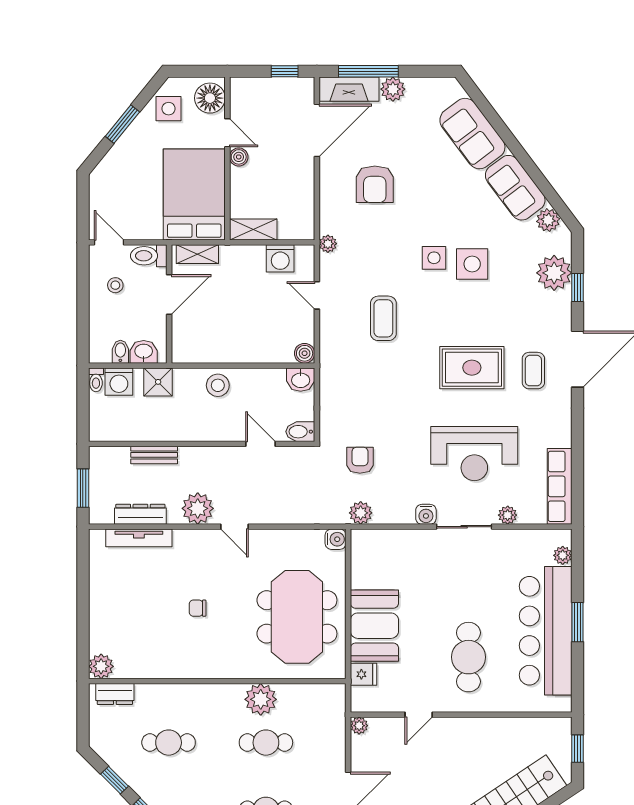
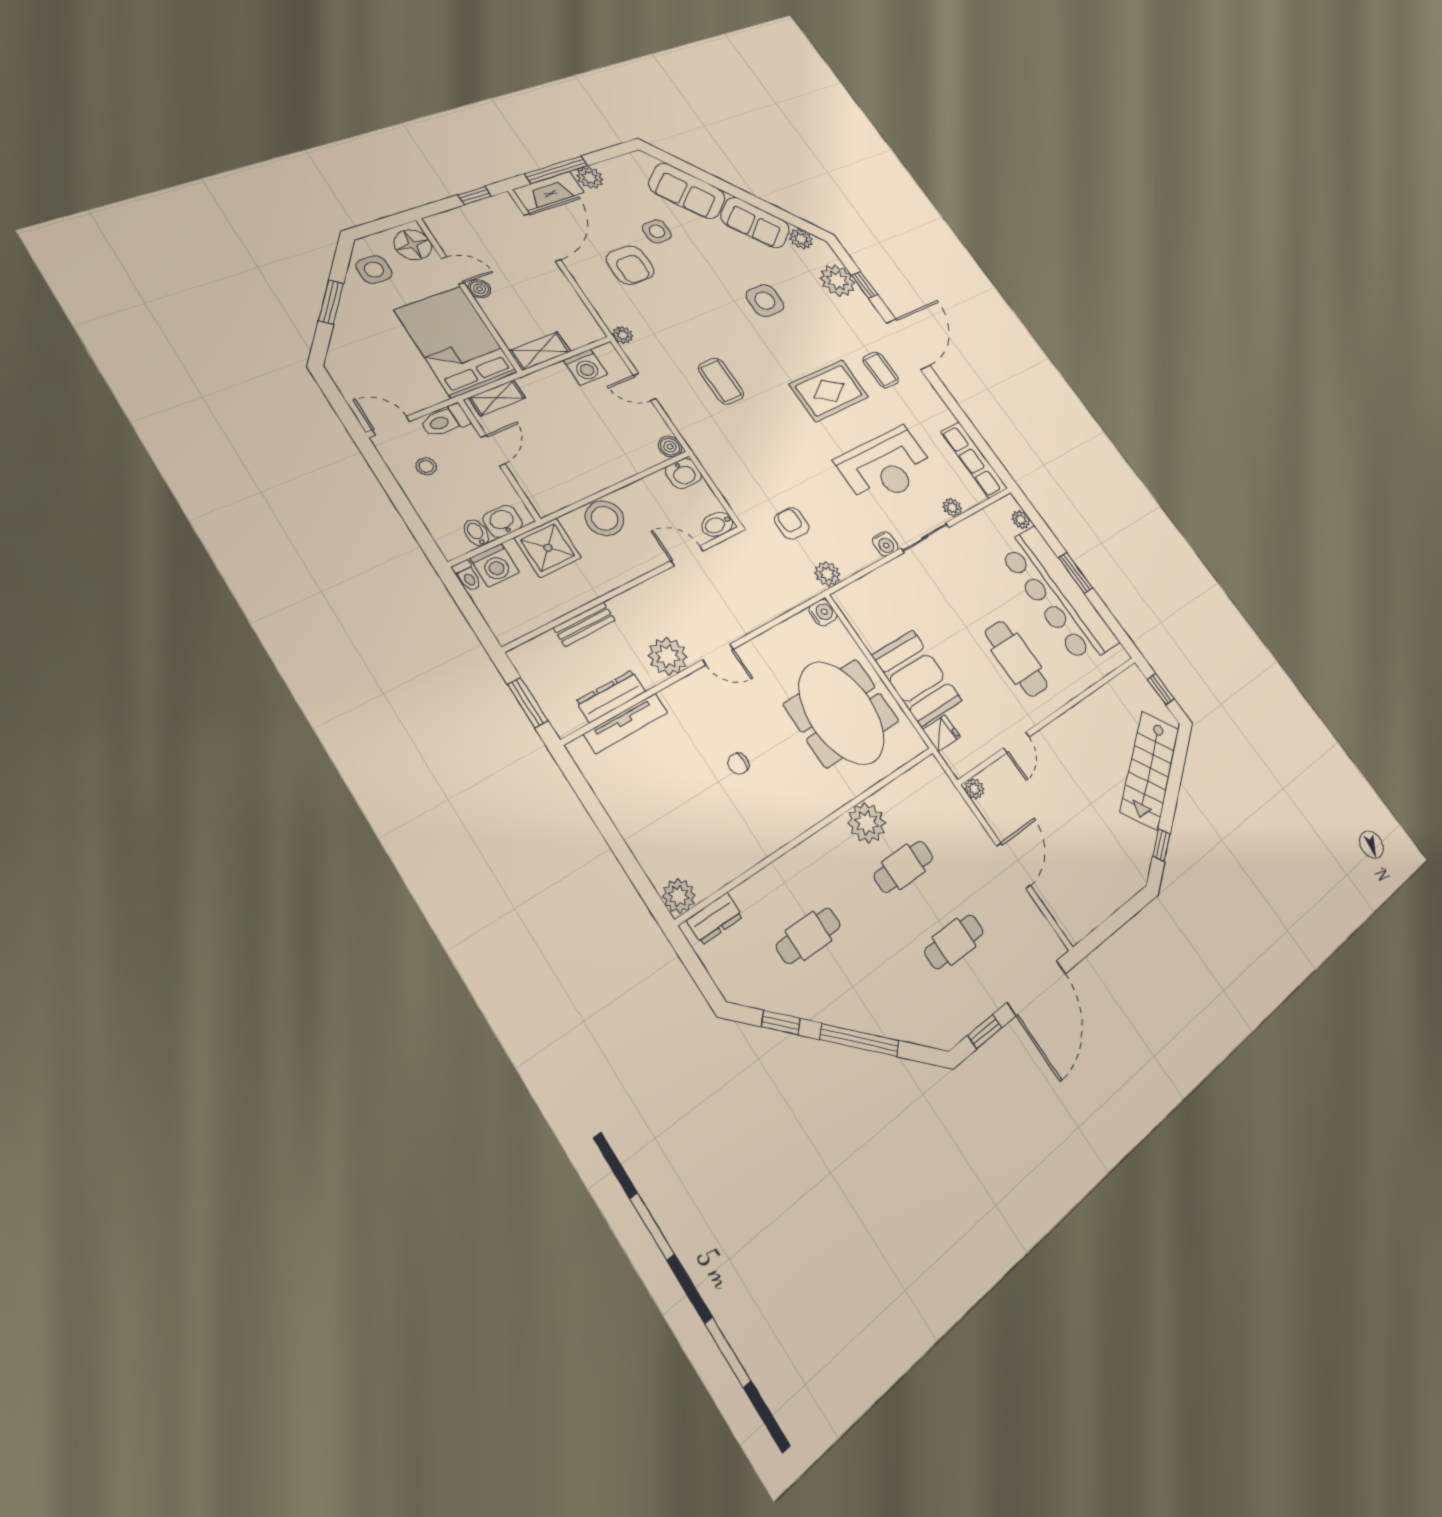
side table: (434, 258) -> (657, 231), moved
door: (169, 295) -> (493, 450), width x0.73
shower: (158, 382) -> (548, 548), width x1.36, depth x1.36
stool: (218, 385) -> (605, 518), width x1.38, depth x1.38

